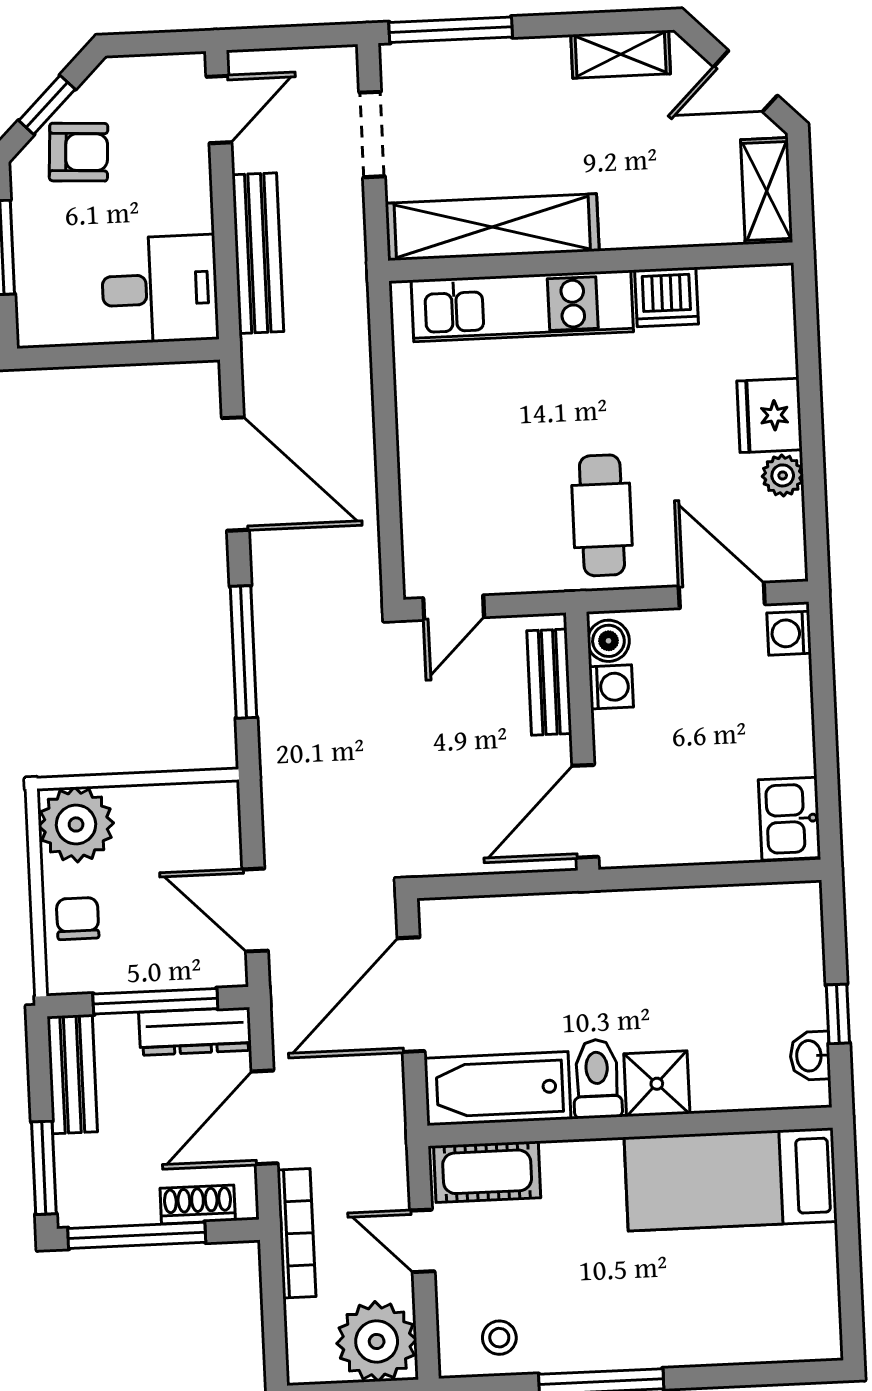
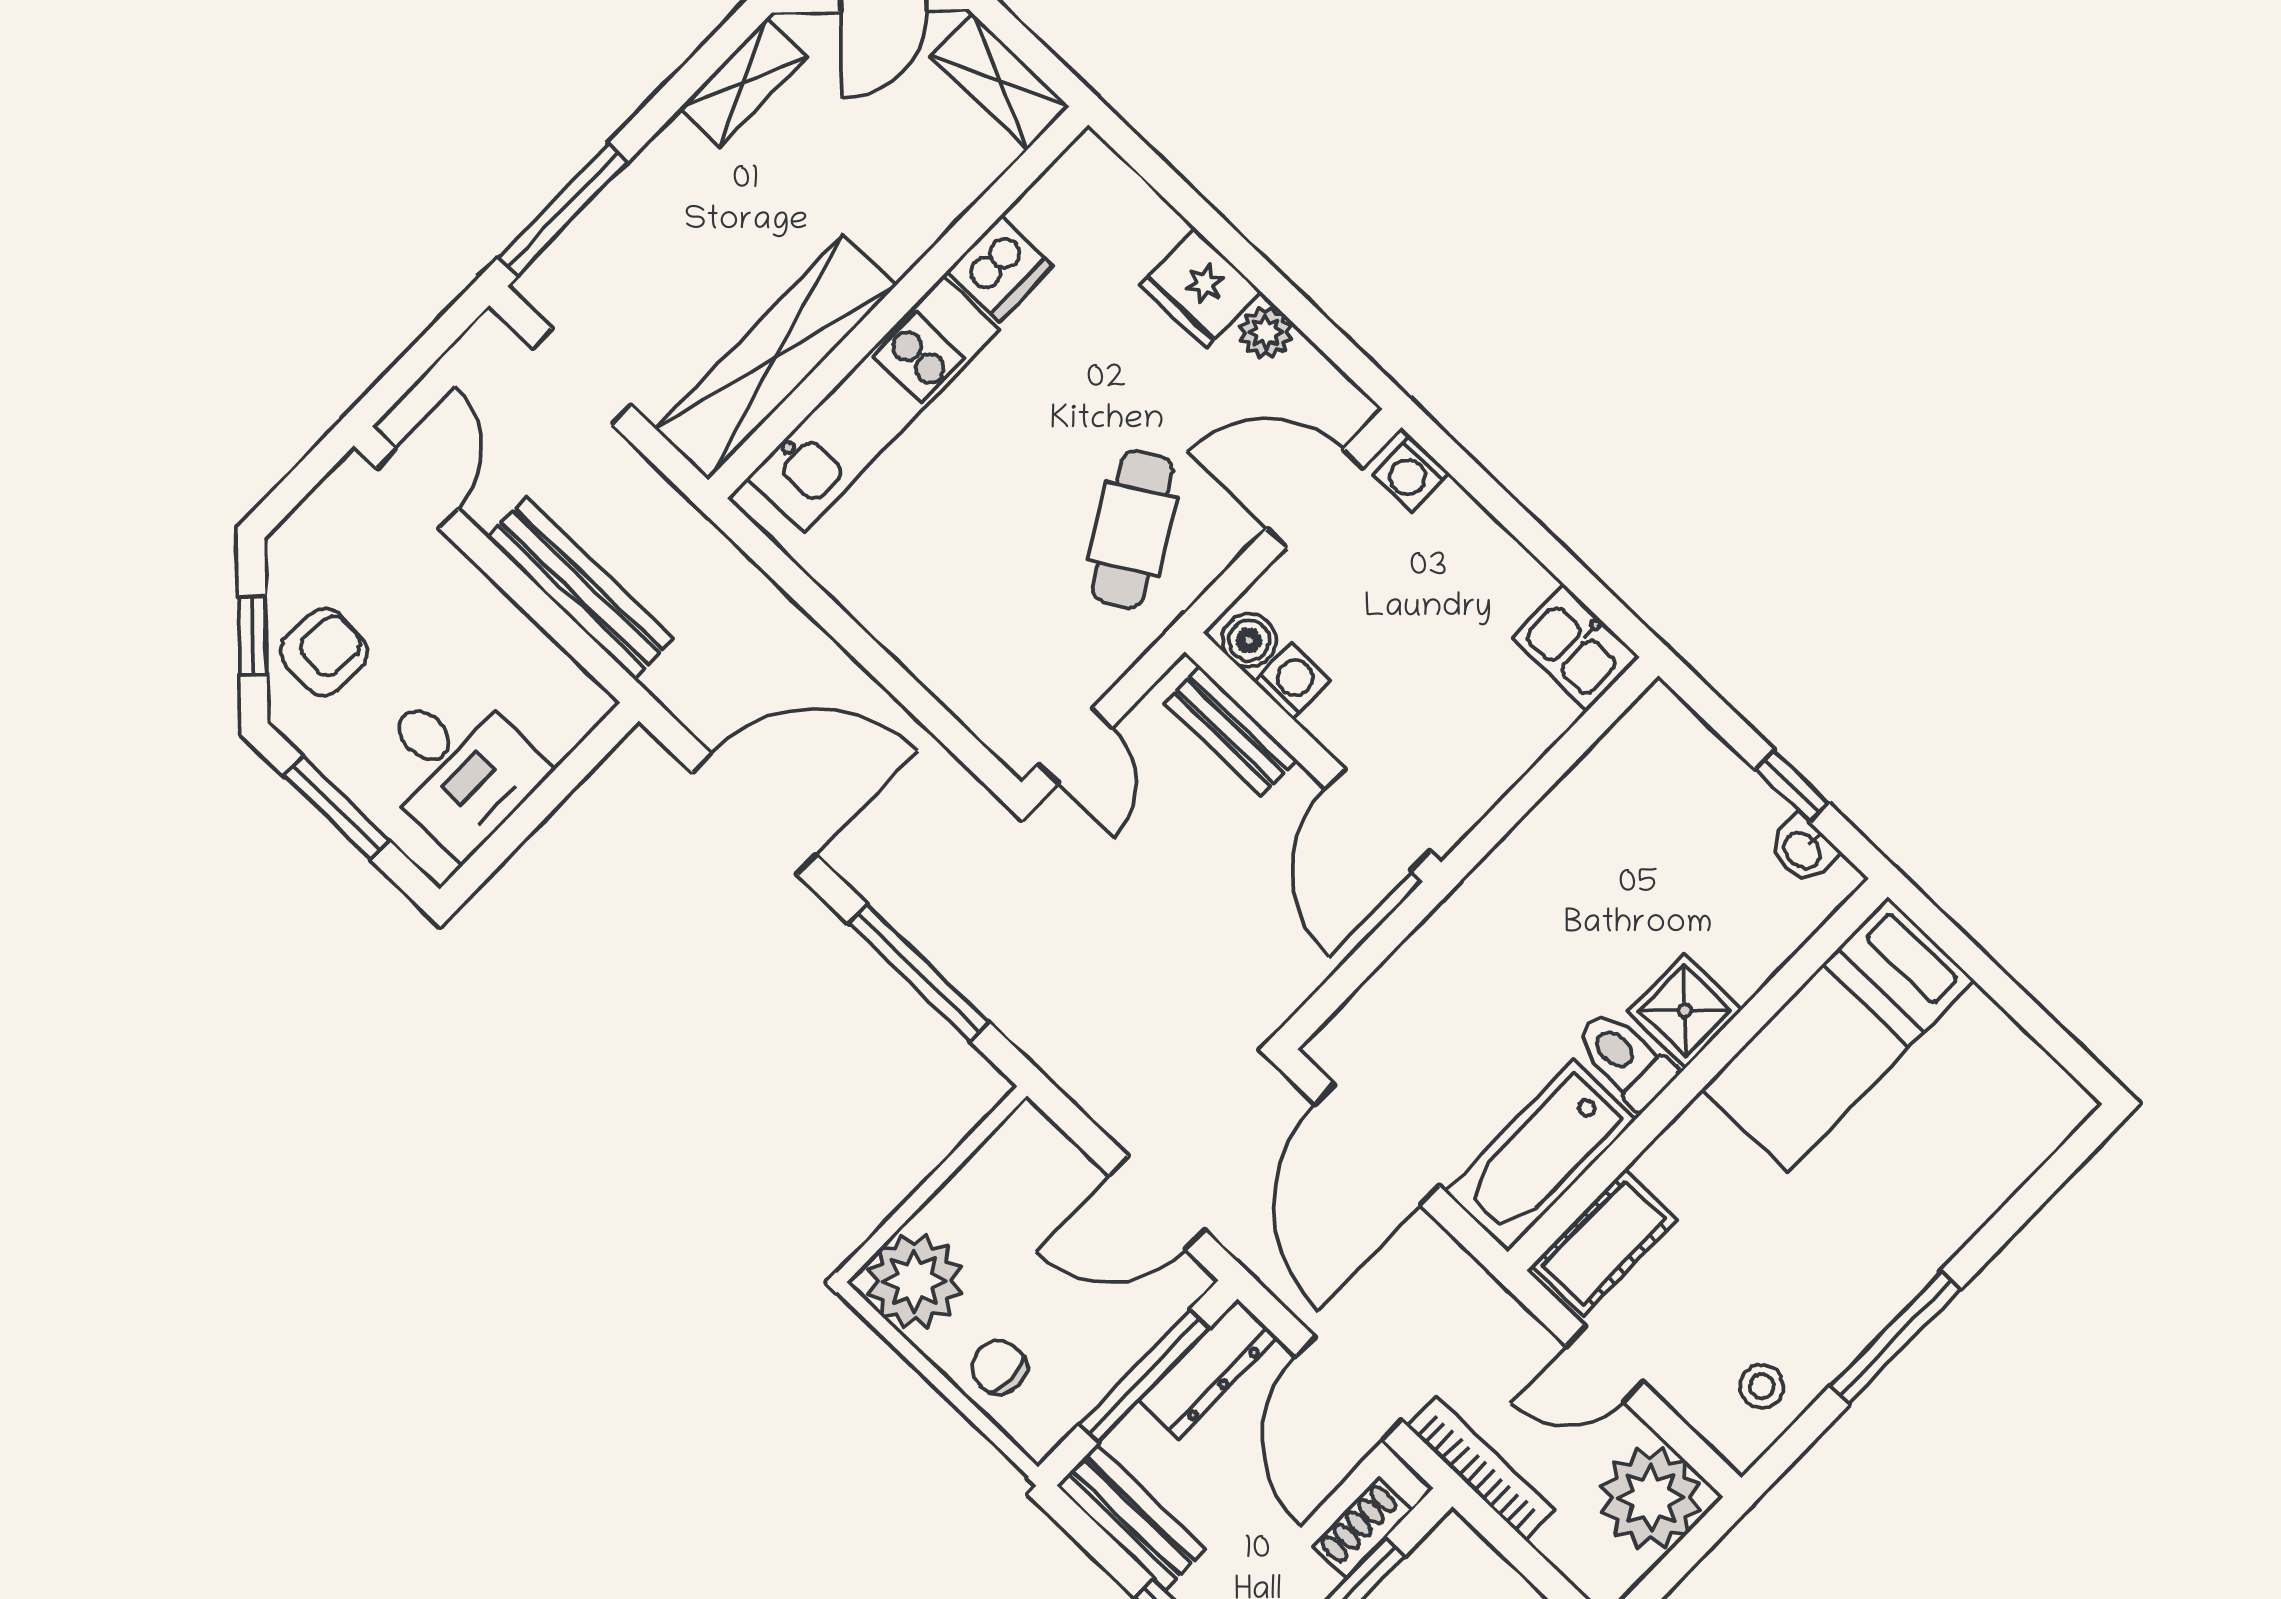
desk: (160, 289) -> (457, 767), moved, turned 90
cafe table: (602, 515) -> (1132, 529), turned 59

